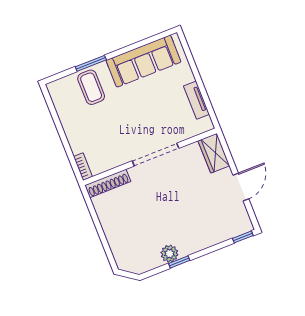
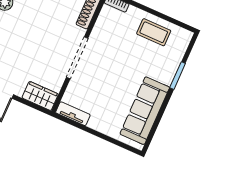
coffee table: (91, 87) -> (154, 32), moved
tv unit: (196, 100) -> (73, 114), moved

